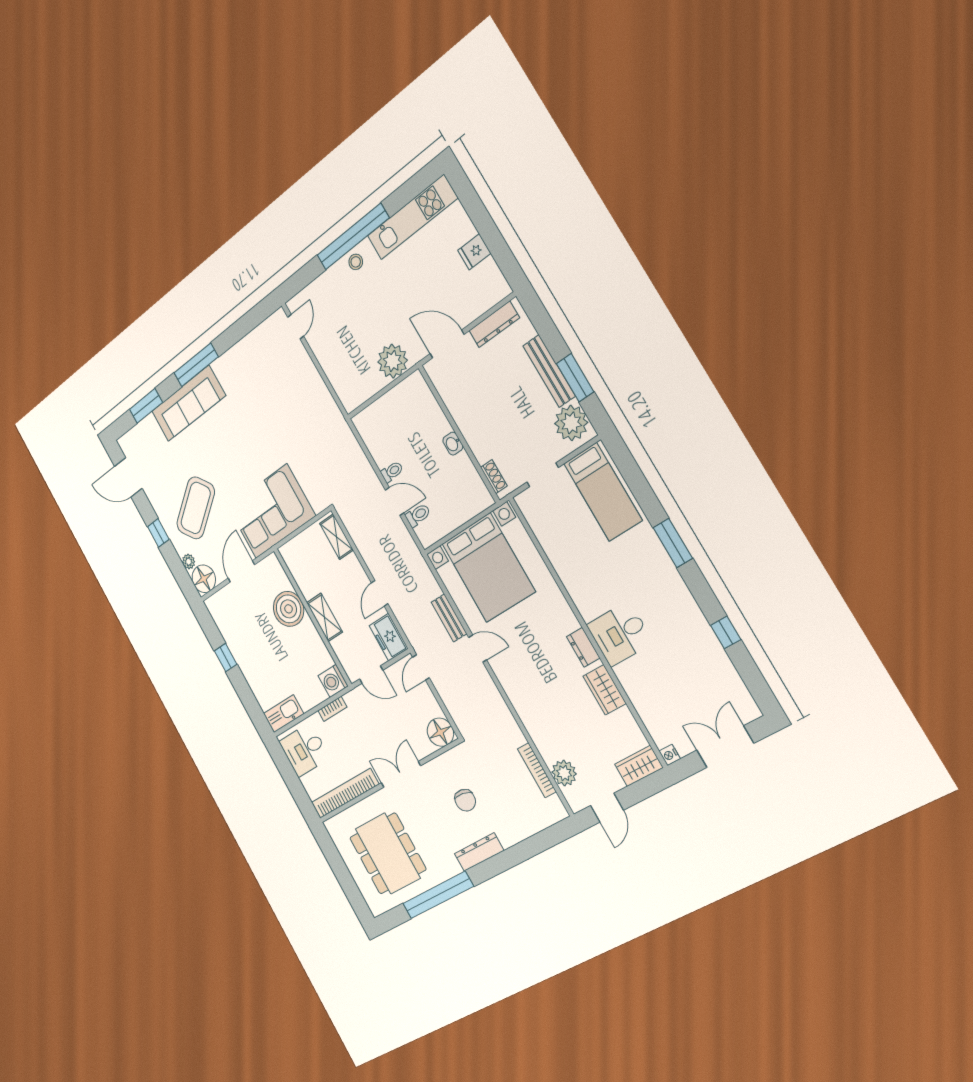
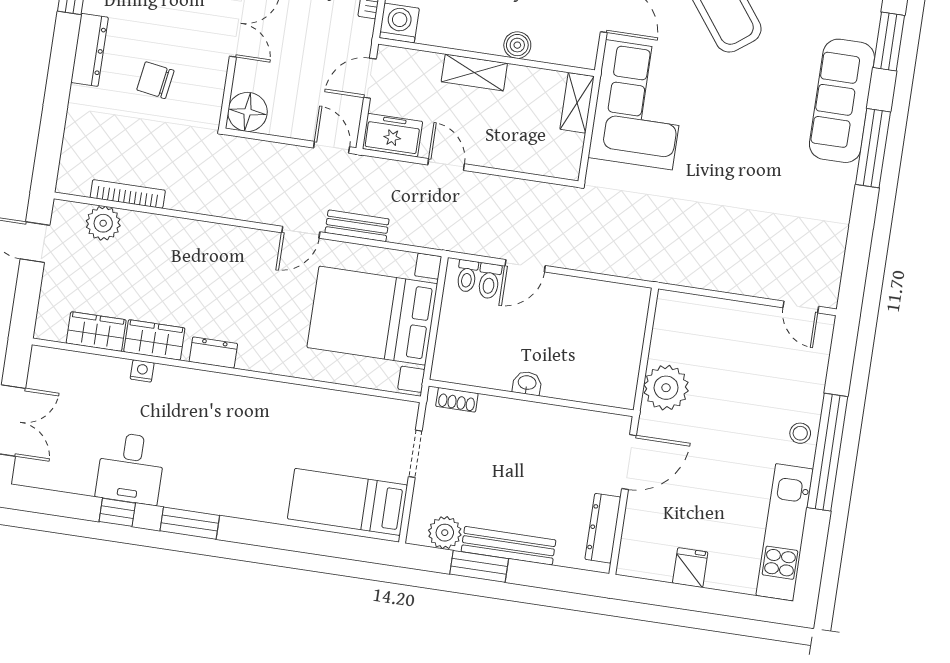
plant: (571, 423) -> (445, 533), width x0.73, depth x0.73
toilet: (392, 472) -> (467, 276), moved
shelving: (336, 537) -> (577, 103), moved, turned 90
window: (673, 543) -> (190, 523), moved
boiler: (289, 609) -> (517, 45), width x0.54, depth x0.54
desk: (620, 634) -> (131, 468), moved, turned 180
nightstand: (670, 755) -> (142, 371), moved
wardrobe: (639, 766) -> (96, 332), moved, turned -90

